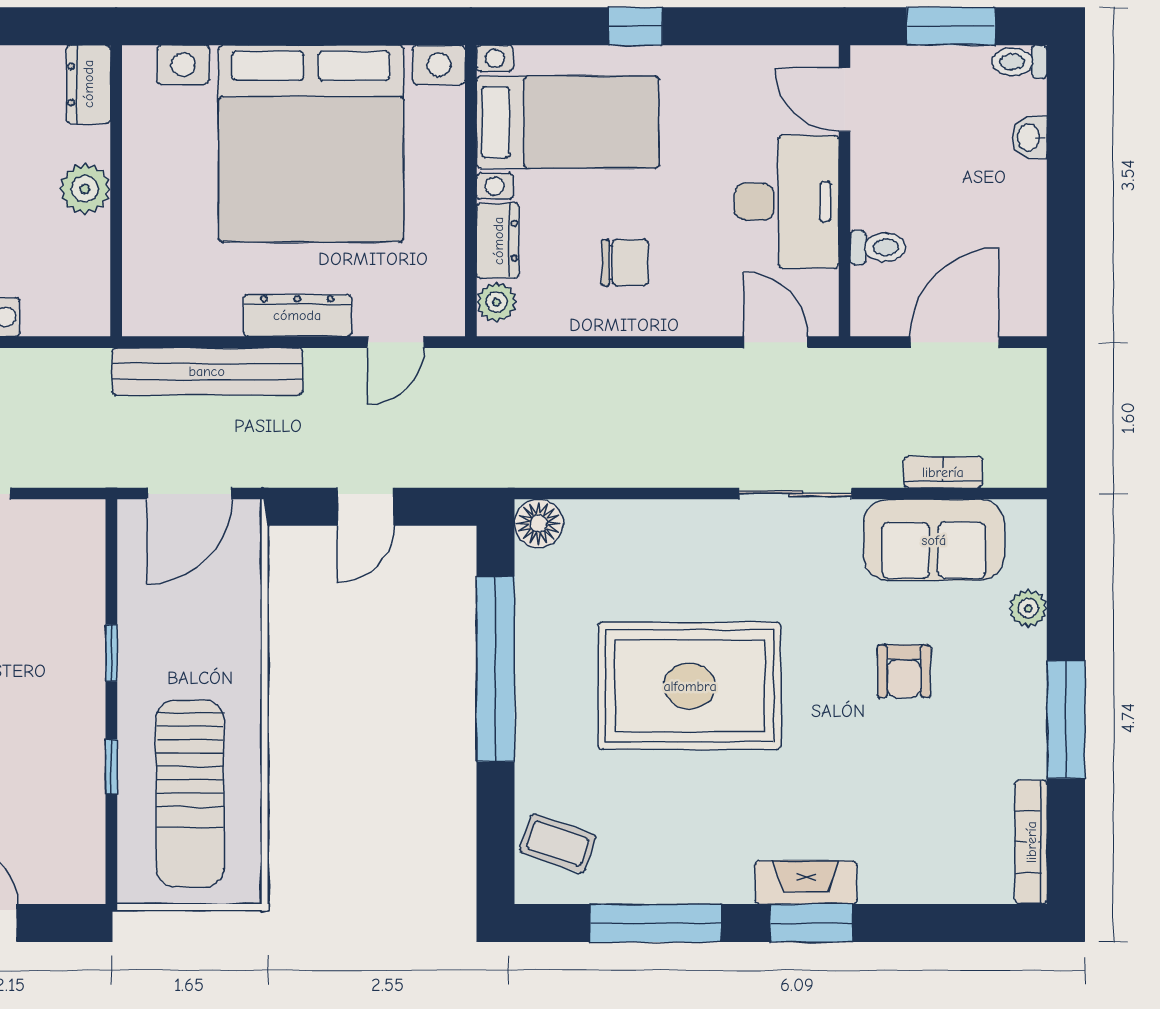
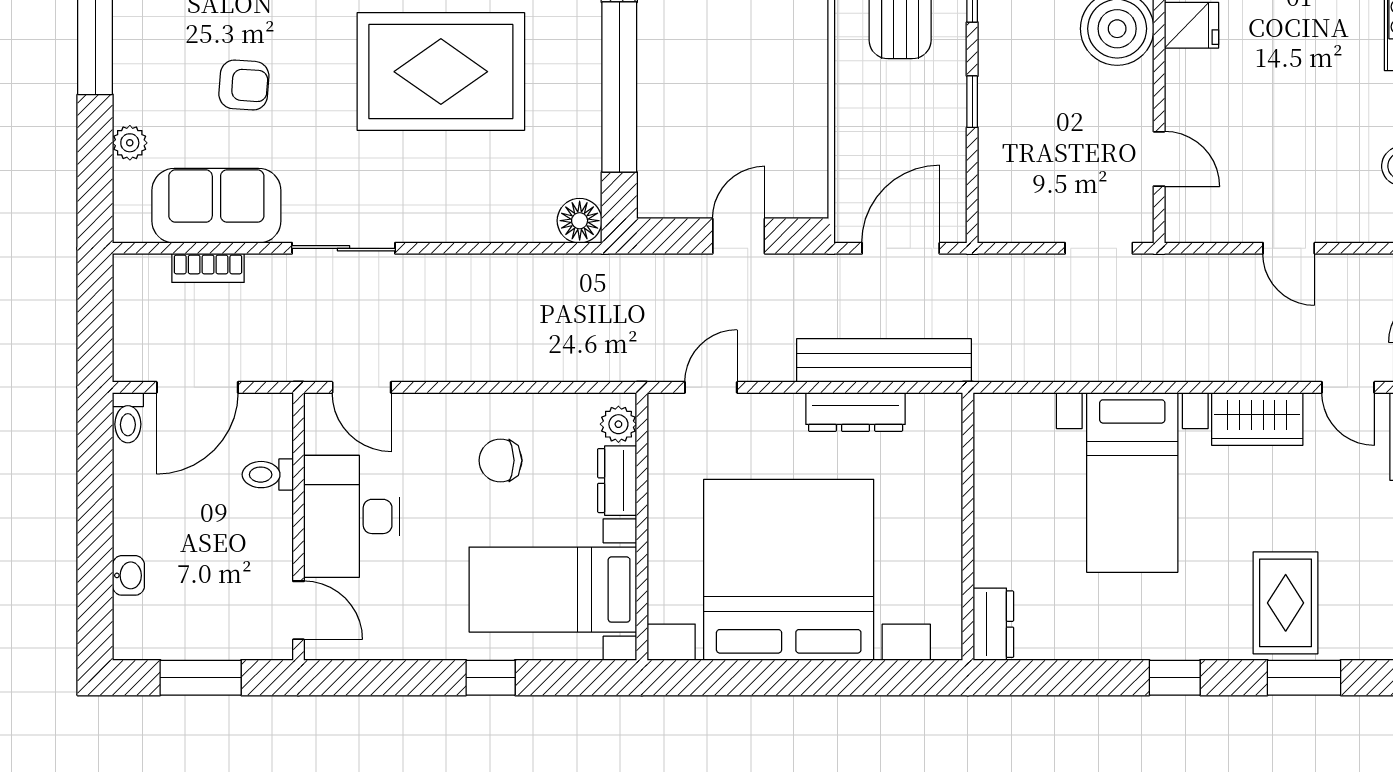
toilet: (1020, 62) -> (128, 418), moved, turned 90
plant: (85, 189) -> (997, 528), removed
dresser: (297, 315) -> (856, 412), moved
armchair: (904, 671) -> (244, 85), turned 94

